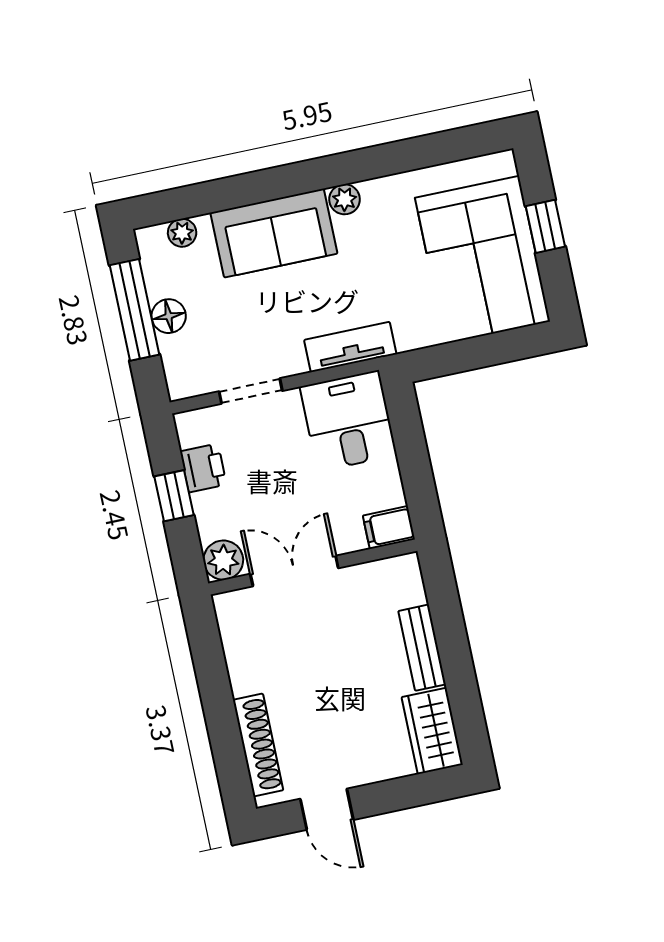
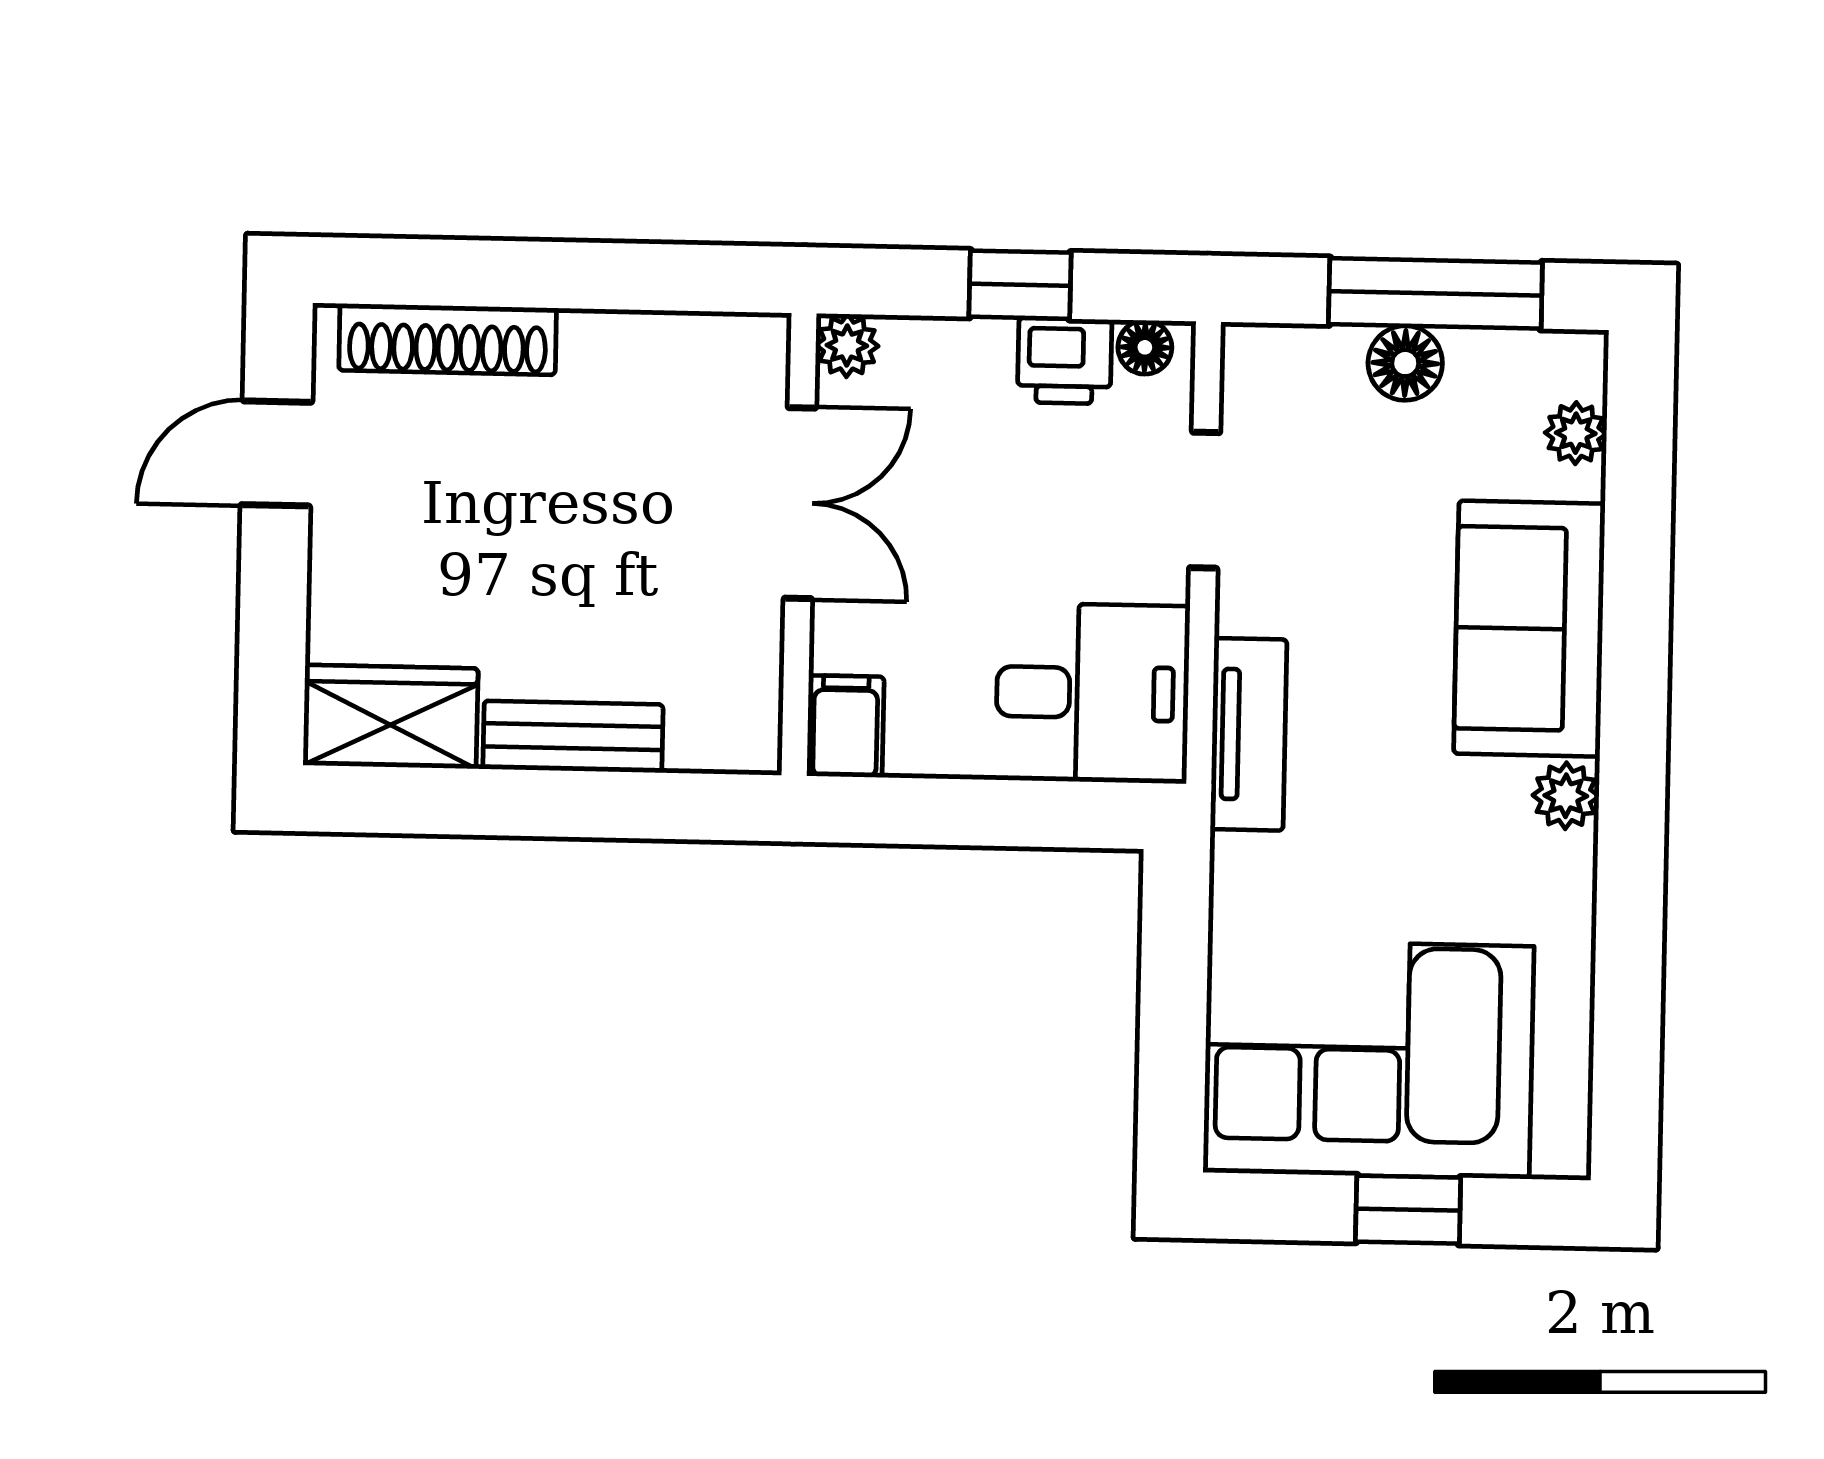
floor lamp: (189, 434) -> (1145, 347), added
plant: (223, 560) -> (847, 346), width x0.73, depth x0.73

